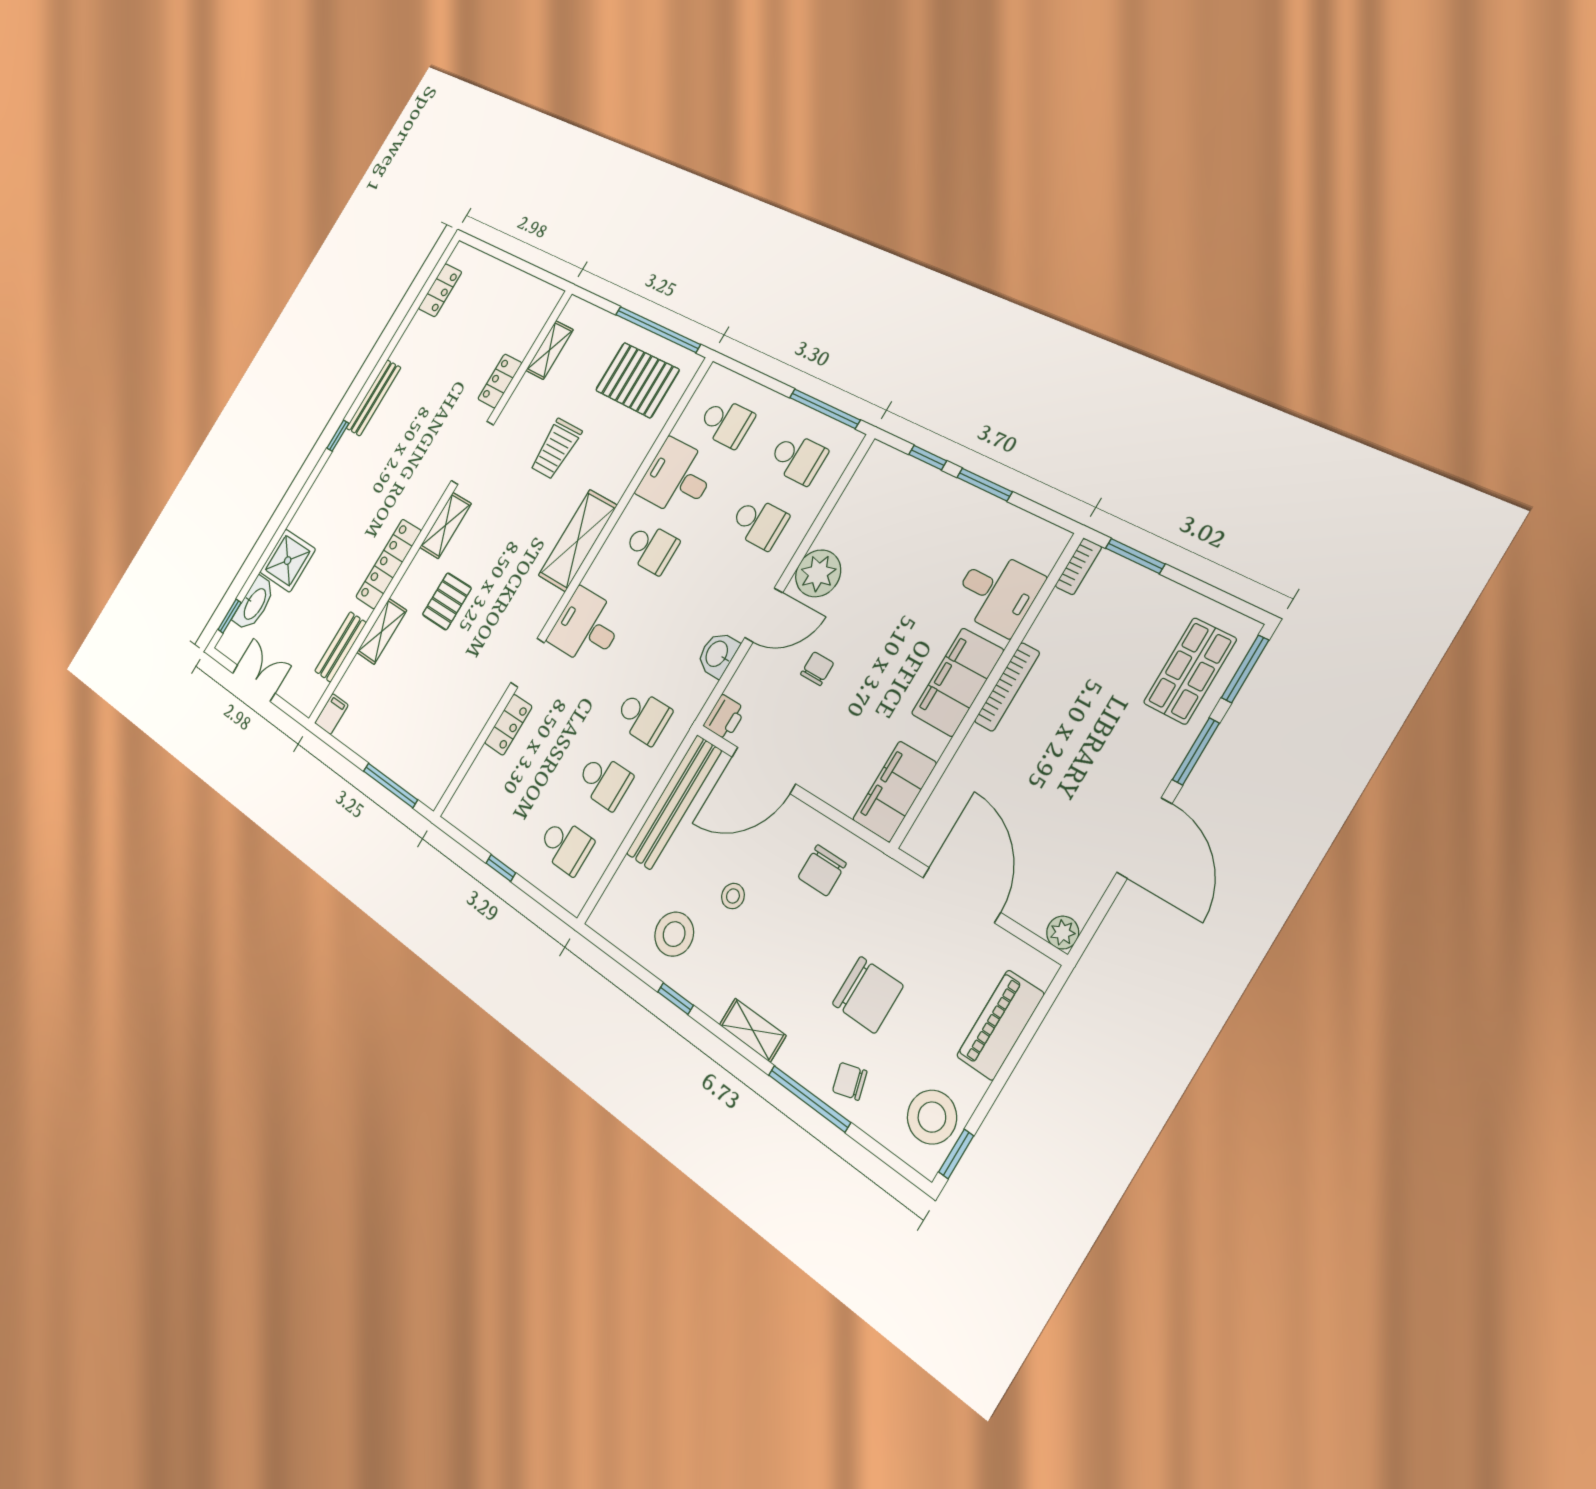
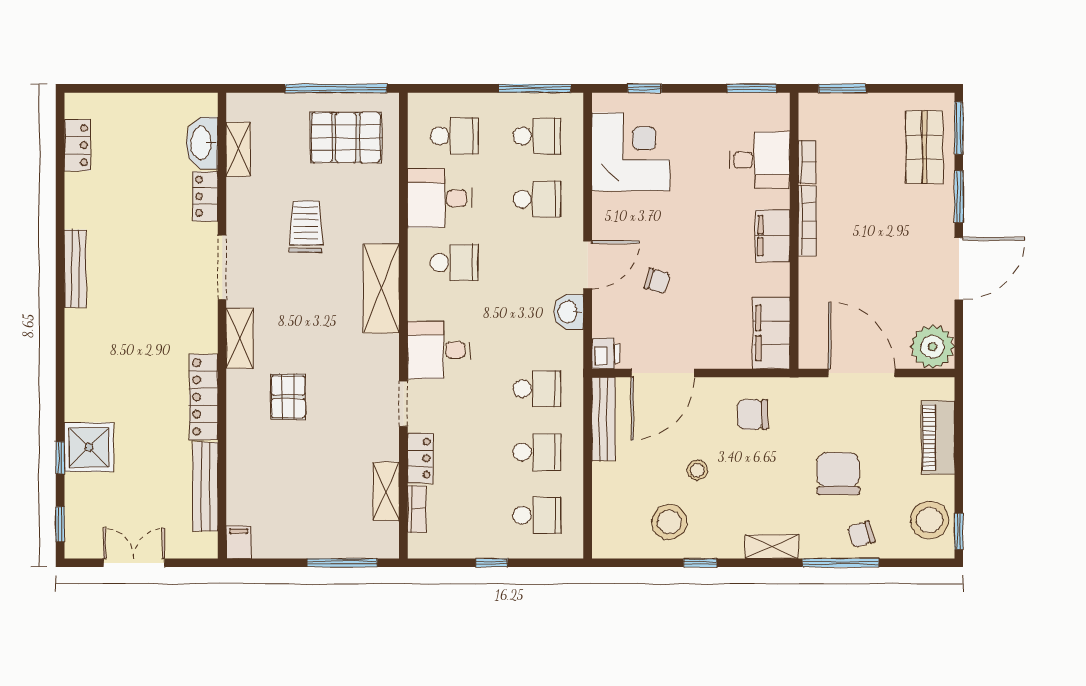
window: (338, 436) -> (60, 458), moved
trolley: (556, 449) -> (306, 227), turned 180
window: (984, 485) -> (752, 88), moved
corner desk: (874, 518) -> (631, 152), added
bookcase: (1078, 566) -> (807, 162), moved
plant: (818, 573) -> (612, 213), removed
washbasin: (254, 604) -> (202, 143), moved, turned 180
shelving: (382, 631) -> (386, 491), moved
bench: (340, 647) -> (205, 487), width x1.36
chair: (817, 669) -> (657, 281), turned 106
filing cabinet: (957, 682) -> (773, 236), width x0.67, depth x0.86
bookcase: (476, 773) -> (417, 509), added
bench: (674, 802) -> (603, 419), width x0.73, depth x0.82
door: (1144, 838) -> (959, 269), hinge flipped
chair: (822, 870) -> (753, 415), turned 90
plant: (1063, 933) -> (932, 347), width x1.87, depth x1.87
chair: (868, 995) -> (838, 474), turned -90

